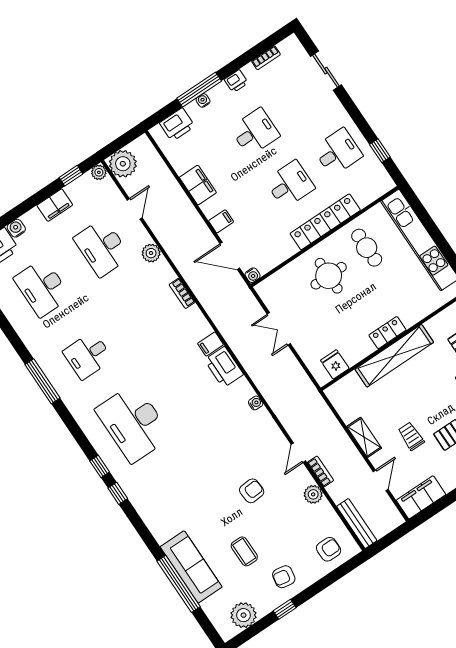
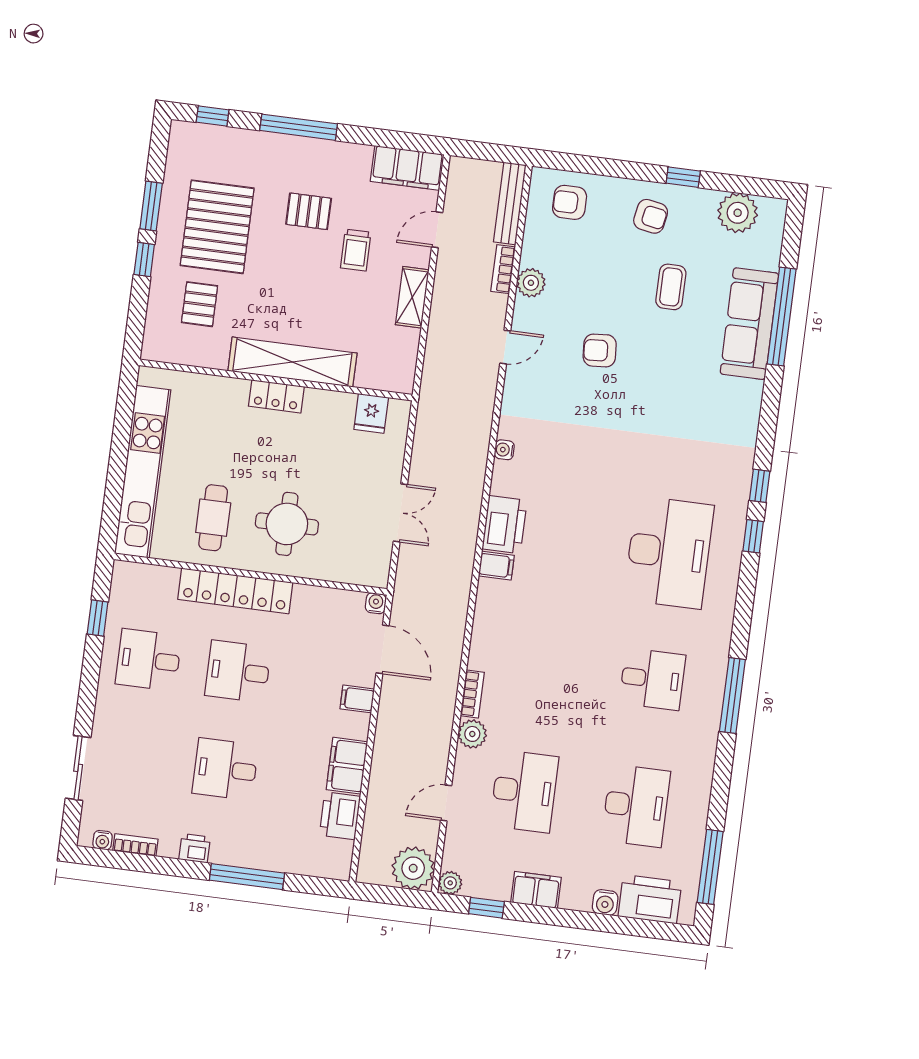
water cooler: (203, 100) -> (103, 840), moved
printer: (177, 125) -> (340, 816), moved, turned -90
bookcase: (182, 293) -> (472, 694), moved
bookcase: (320, 471) -> (503, 269), moved

